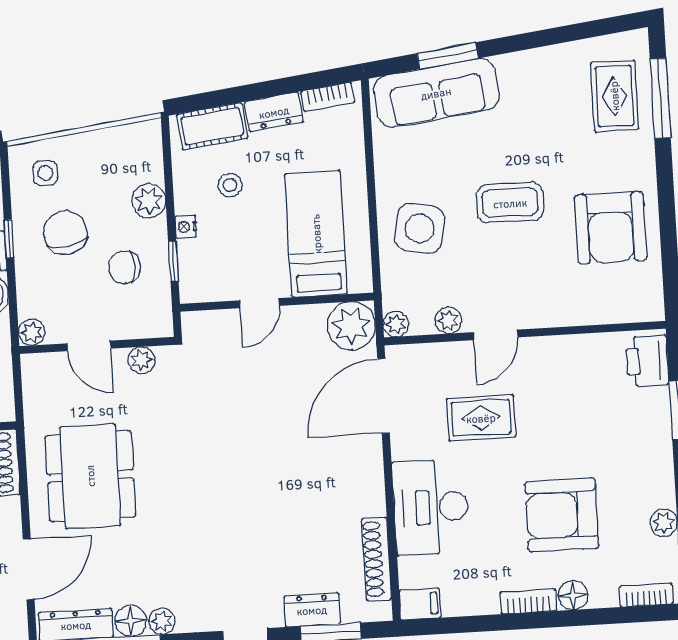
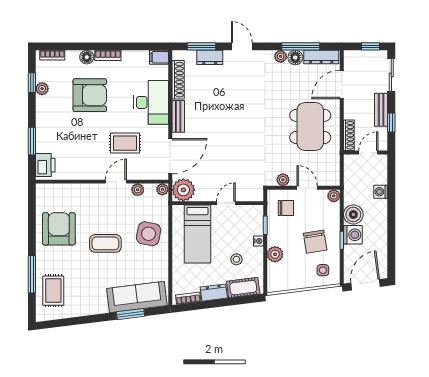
window: (660, 98) -> (32, 274), moved
chair: (124, 267) -> (286, 208), moved
bench: (372, 481) -> (178, 116), added

